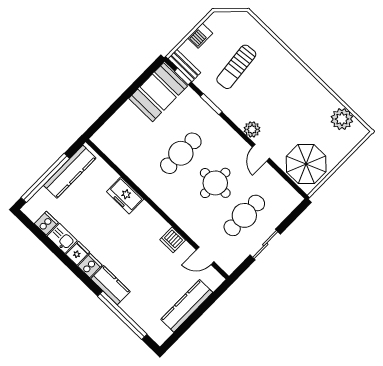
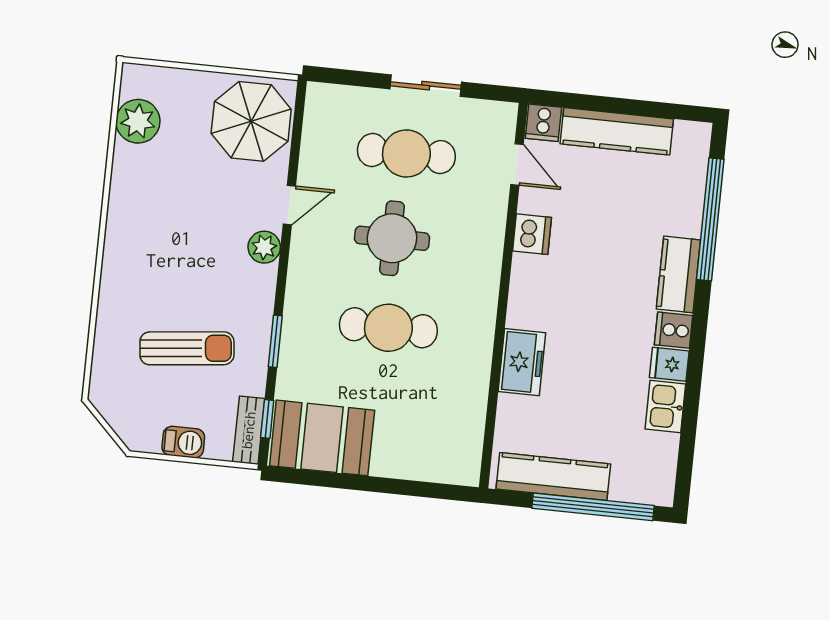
cooker: (46, 223) -> (543, 123), moved, turned -90

